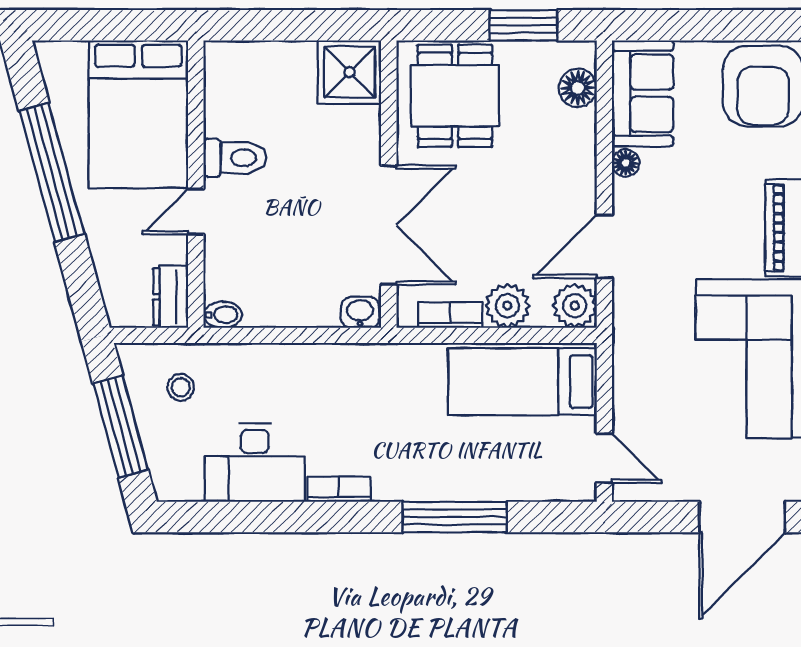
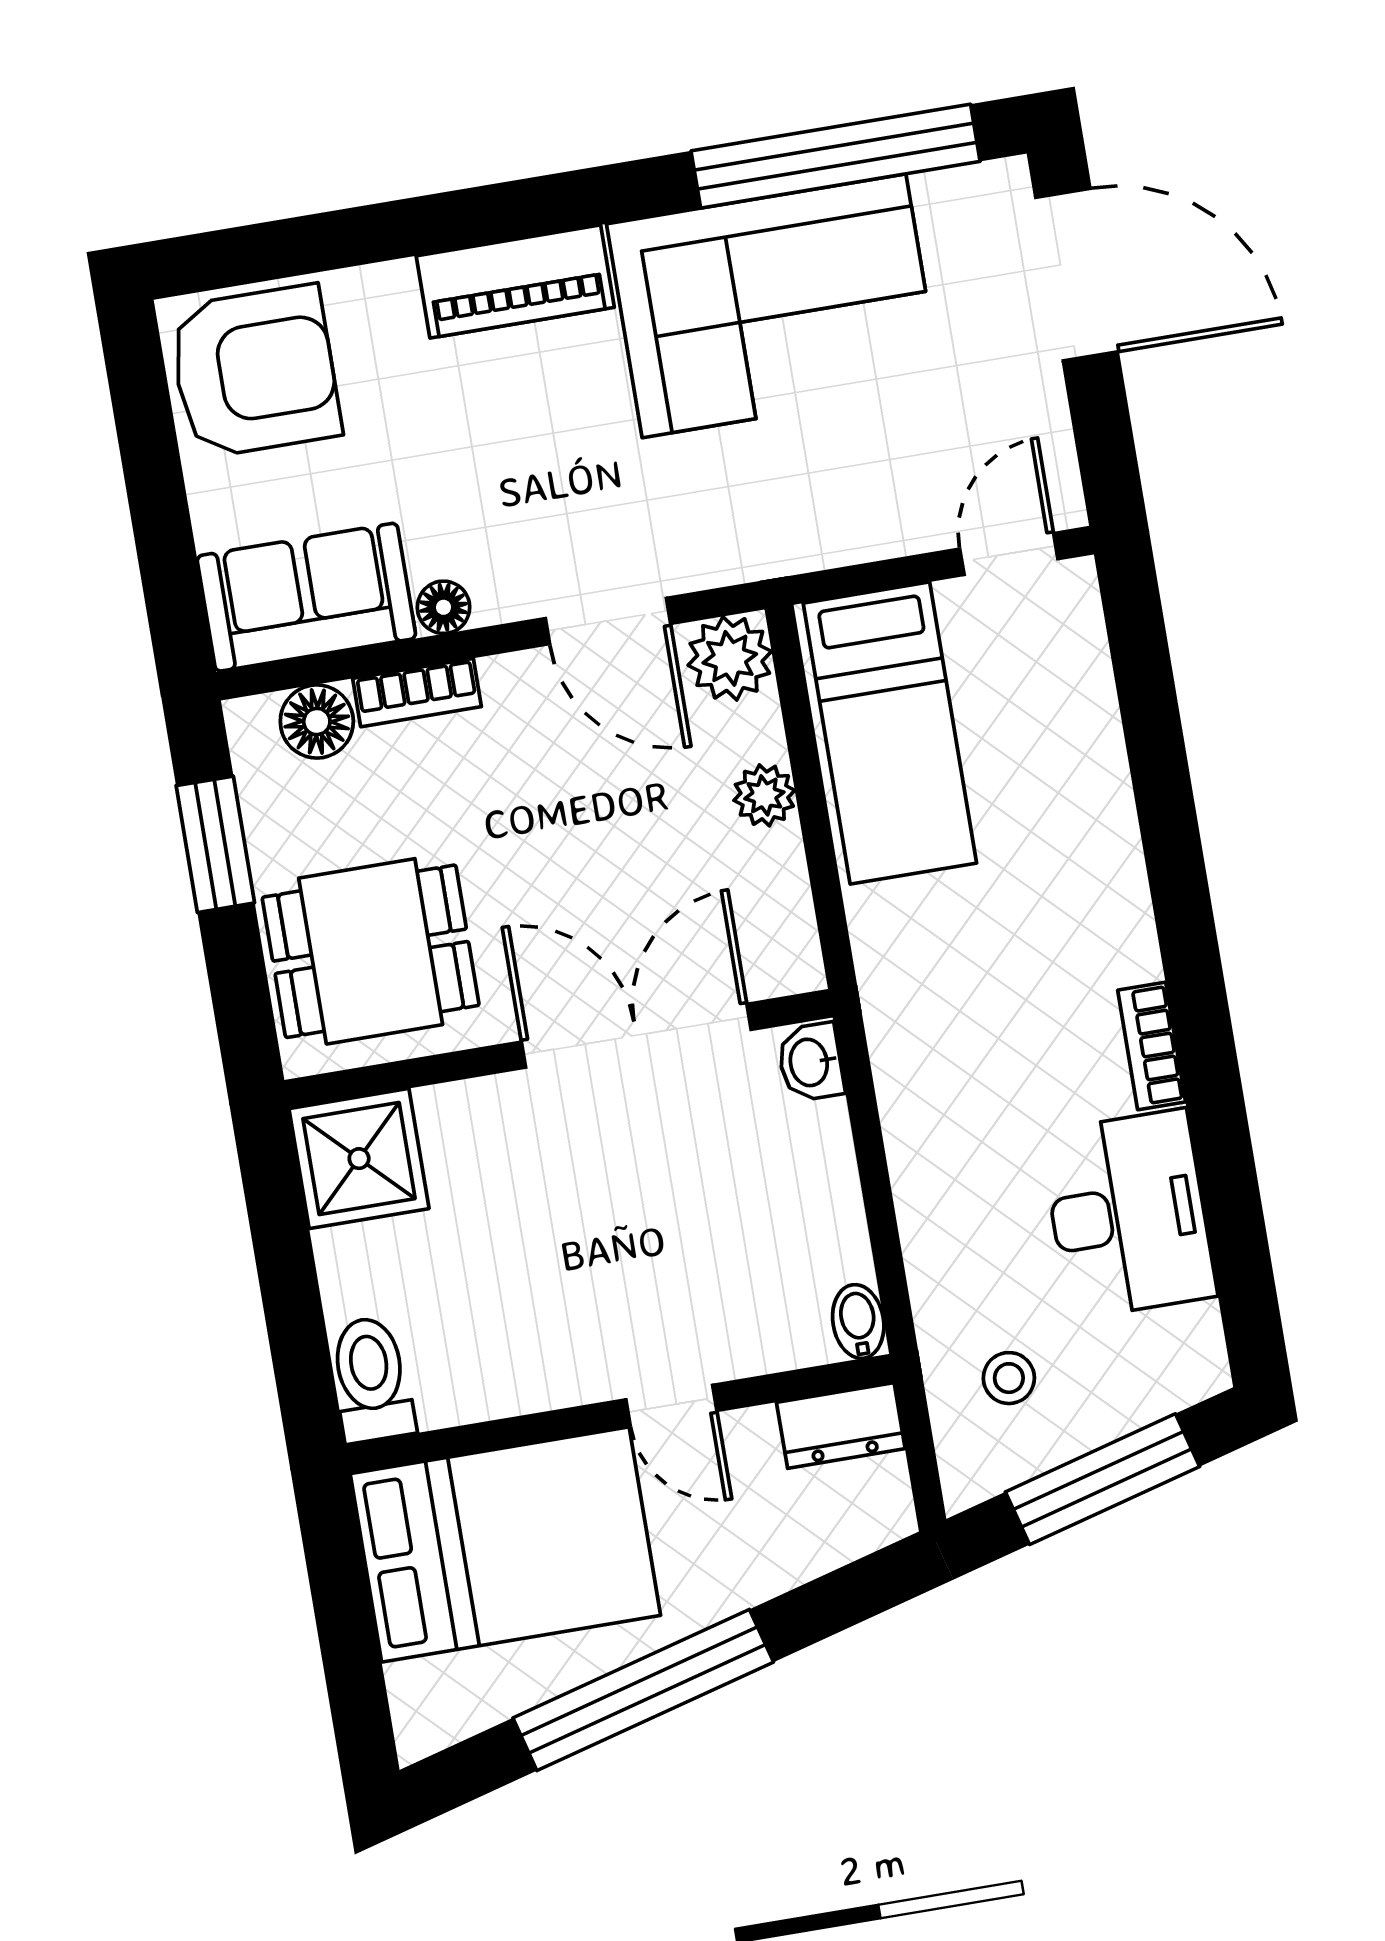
toilet: (235, 158) -> (371, 1379), moved
plant: (507, 306) -> (764, 795), width x0.73, depth x0.73
bookcase: (450, 315) -> (417, 693), moved, turned -90
window: (455, 517) -> (1168, 819), removed

